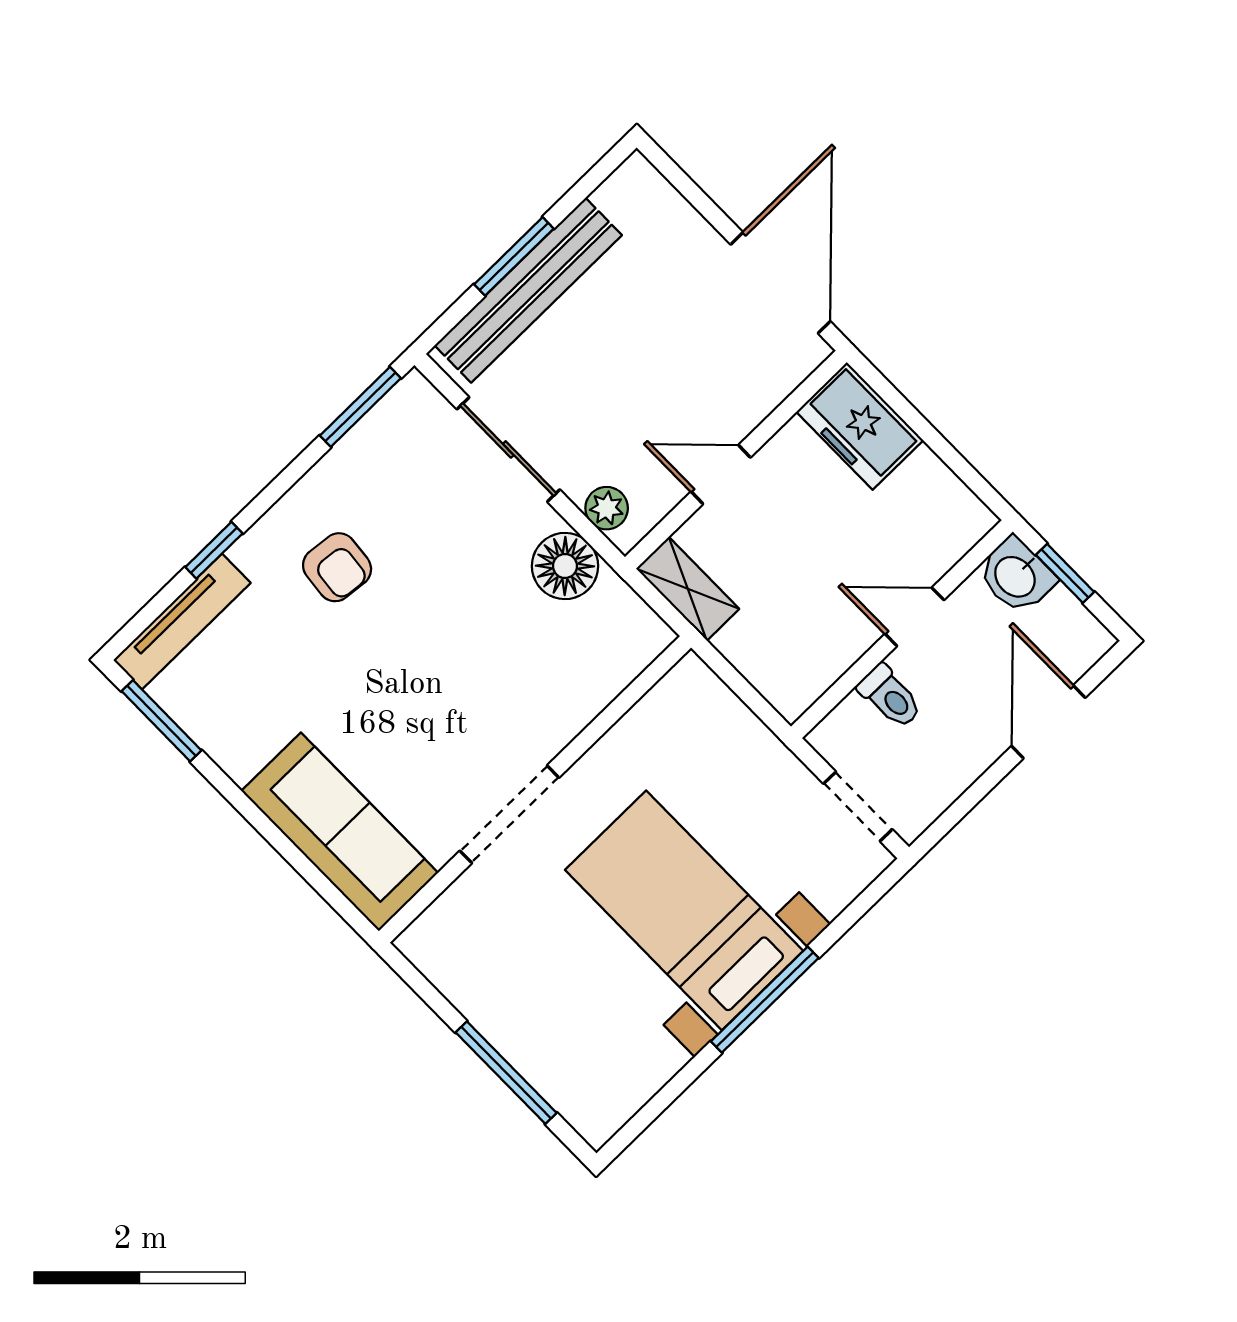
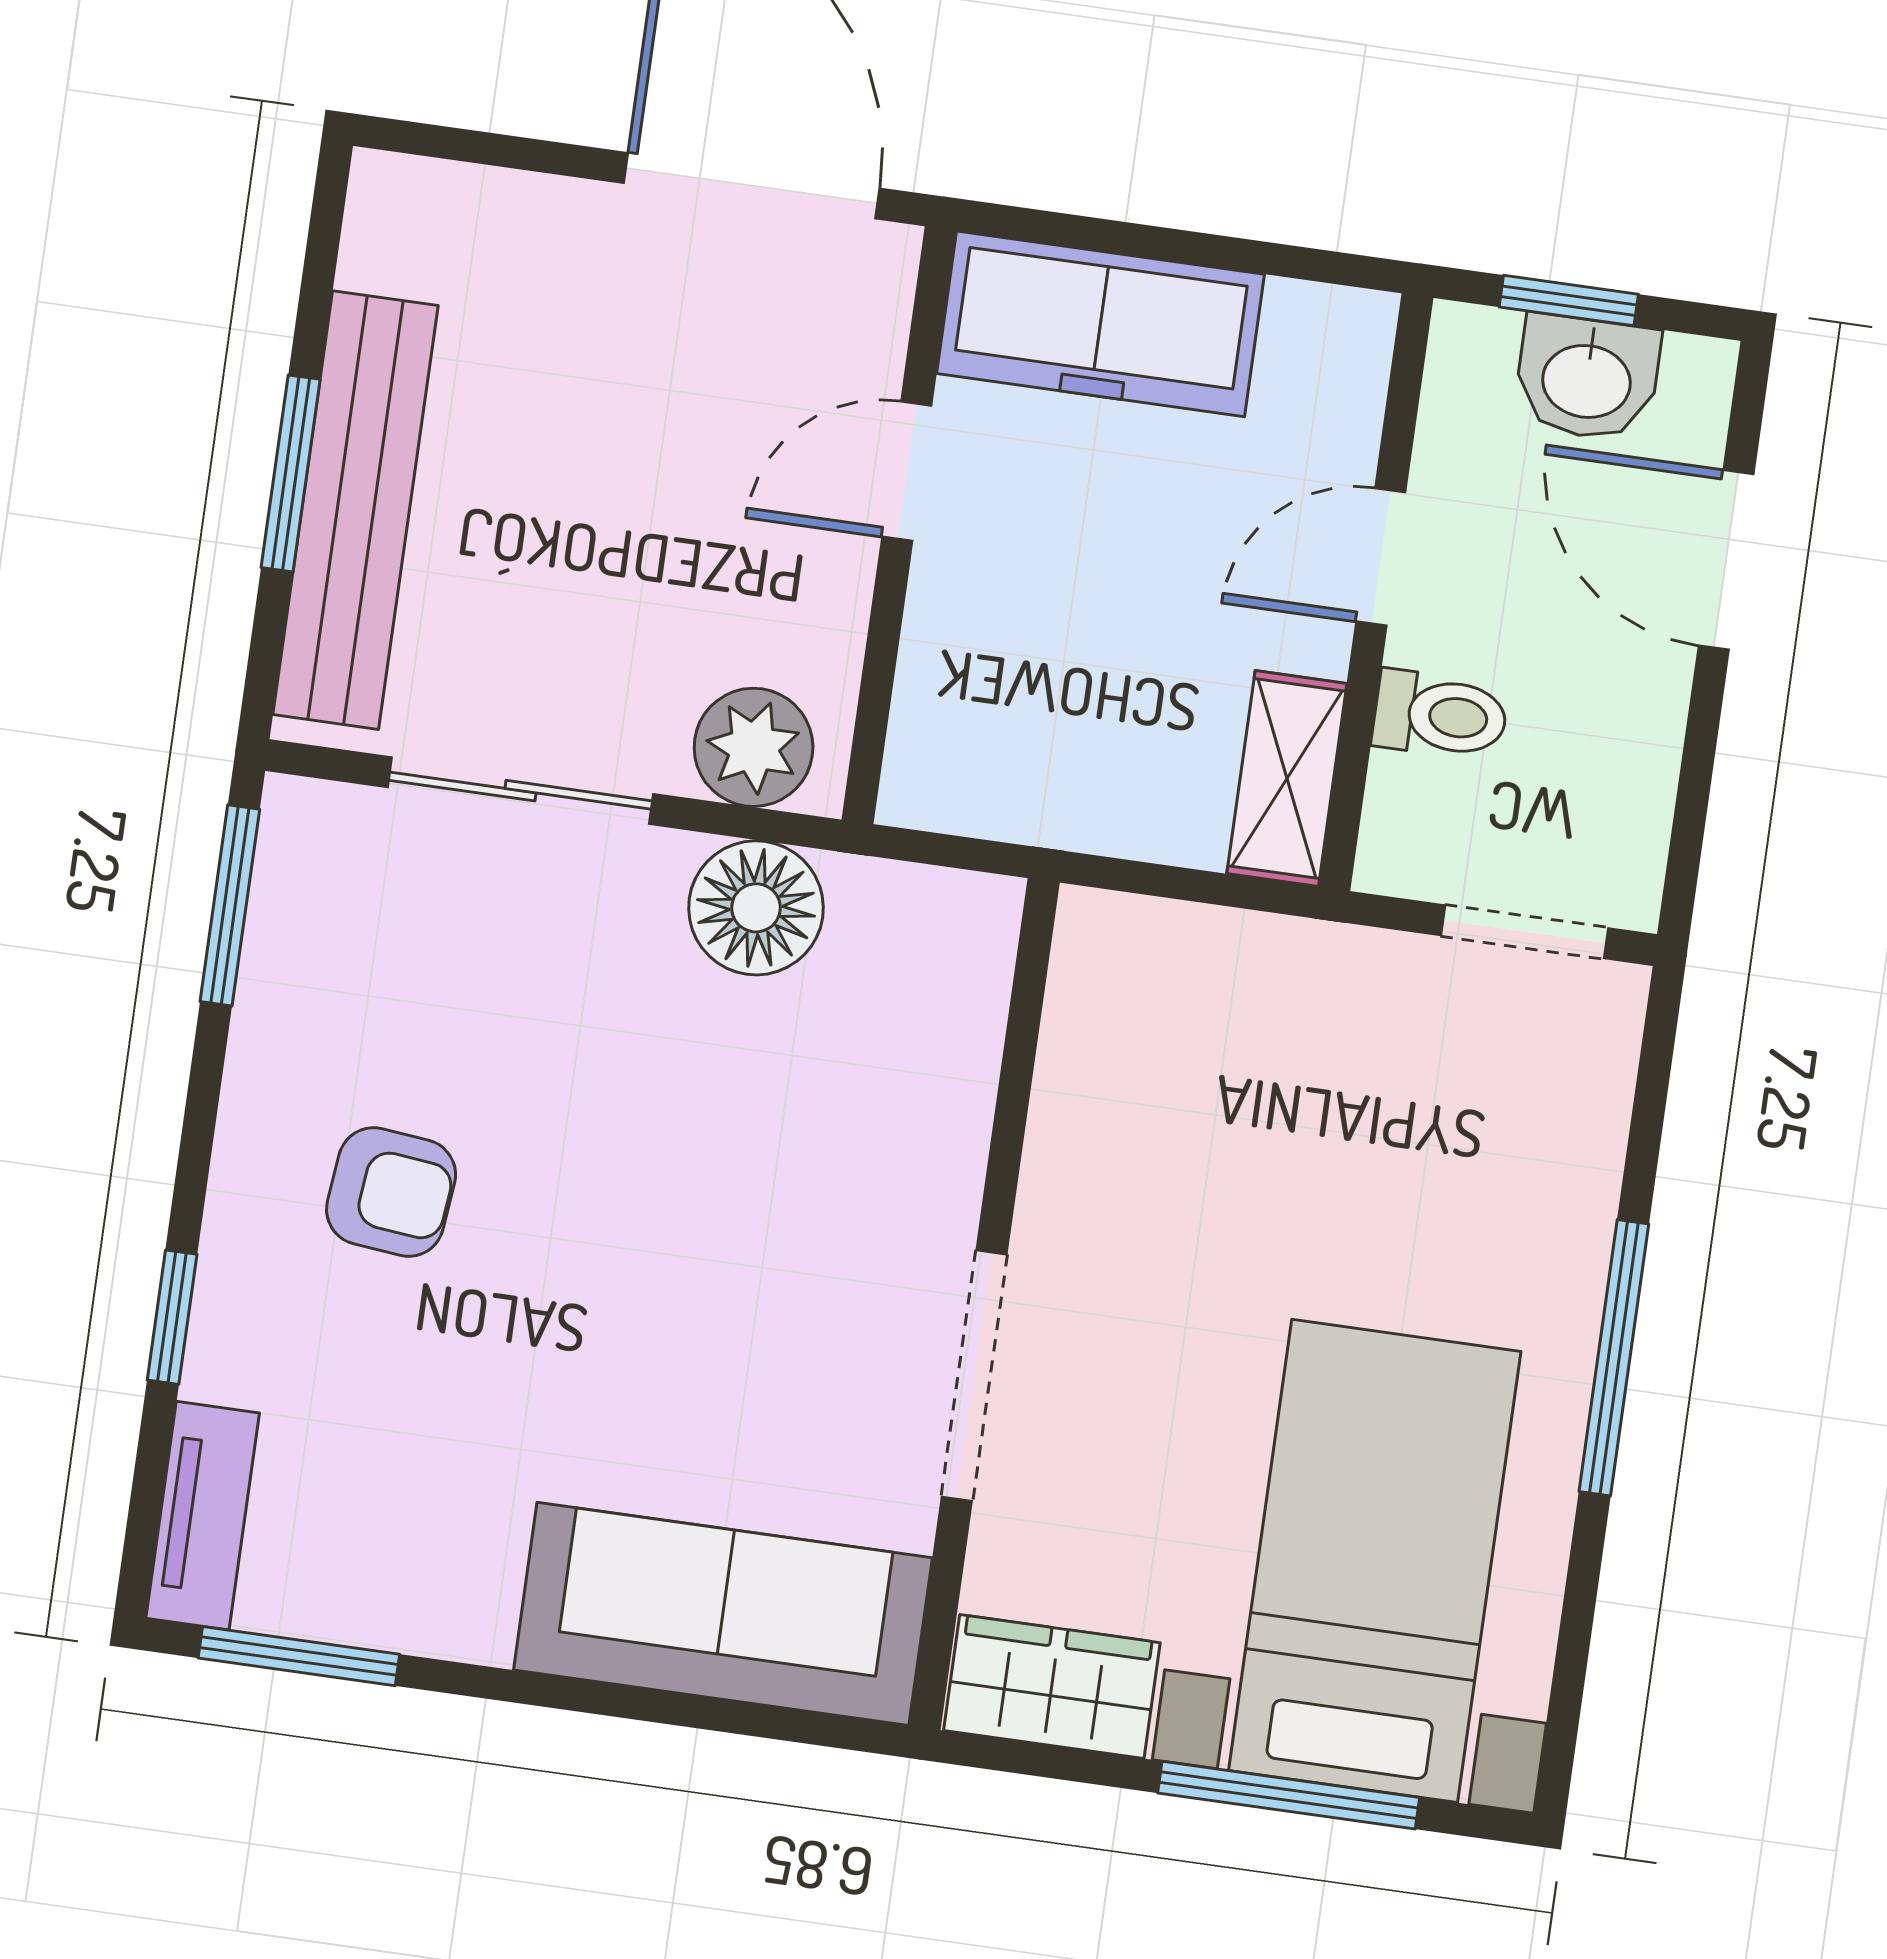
freezer: (860, 426) -> (1101, 324), width x1.40
door: (721, 474) -> (907, 471), moved
plant: (607, 508) -> (754, 747), width x1.38, depth x1.38
washbasin: (1016, 576) -> (1587, 378), moved
shelving: (688, 589) -> (1287, 779), moved, turned 90
tv unit: (182, 621) -> (203, 1516), width x0.71
bed with nightstands: (684, 910) -> (1375, 1561), moved, turned 90
wardrobe: (446, 959) -> (1052, 1687), added

